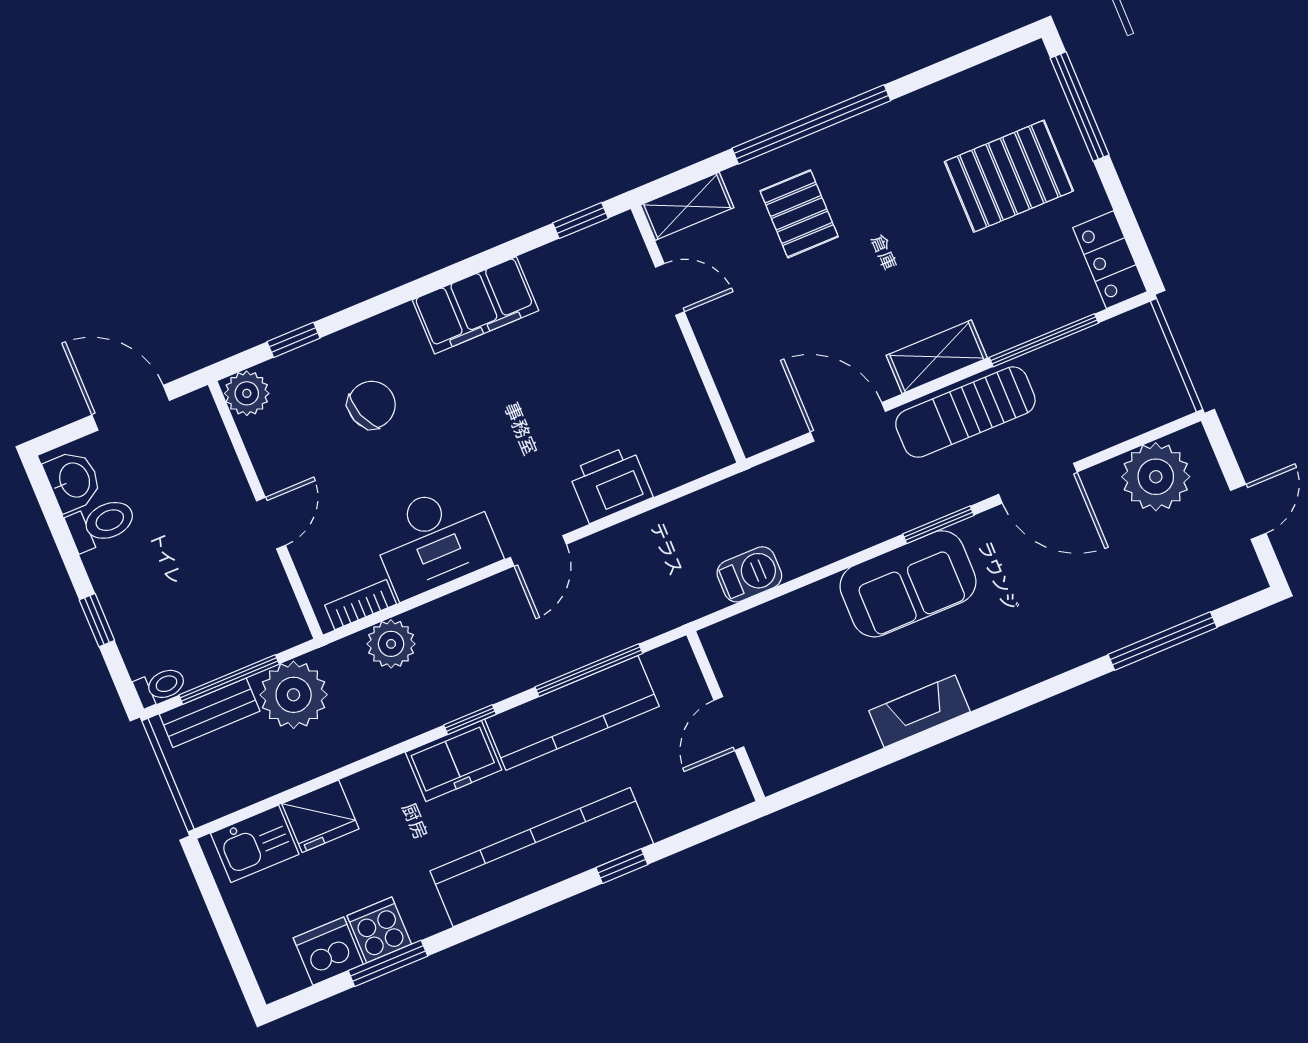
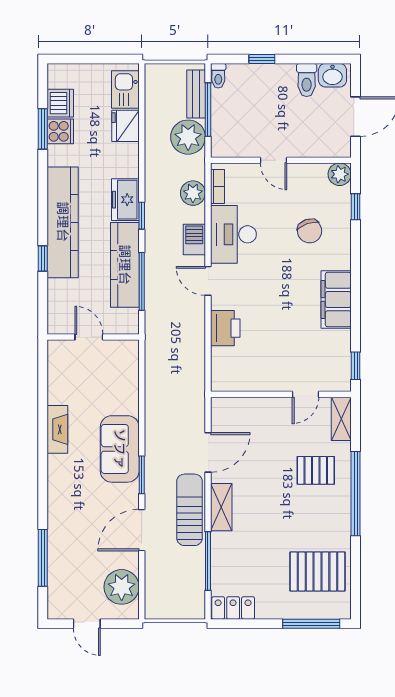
pallet: (1009, 176) -> (318, 571), moved, turned 90
barbecue: (749, 574) -> (194, 239), moved, turned 180

